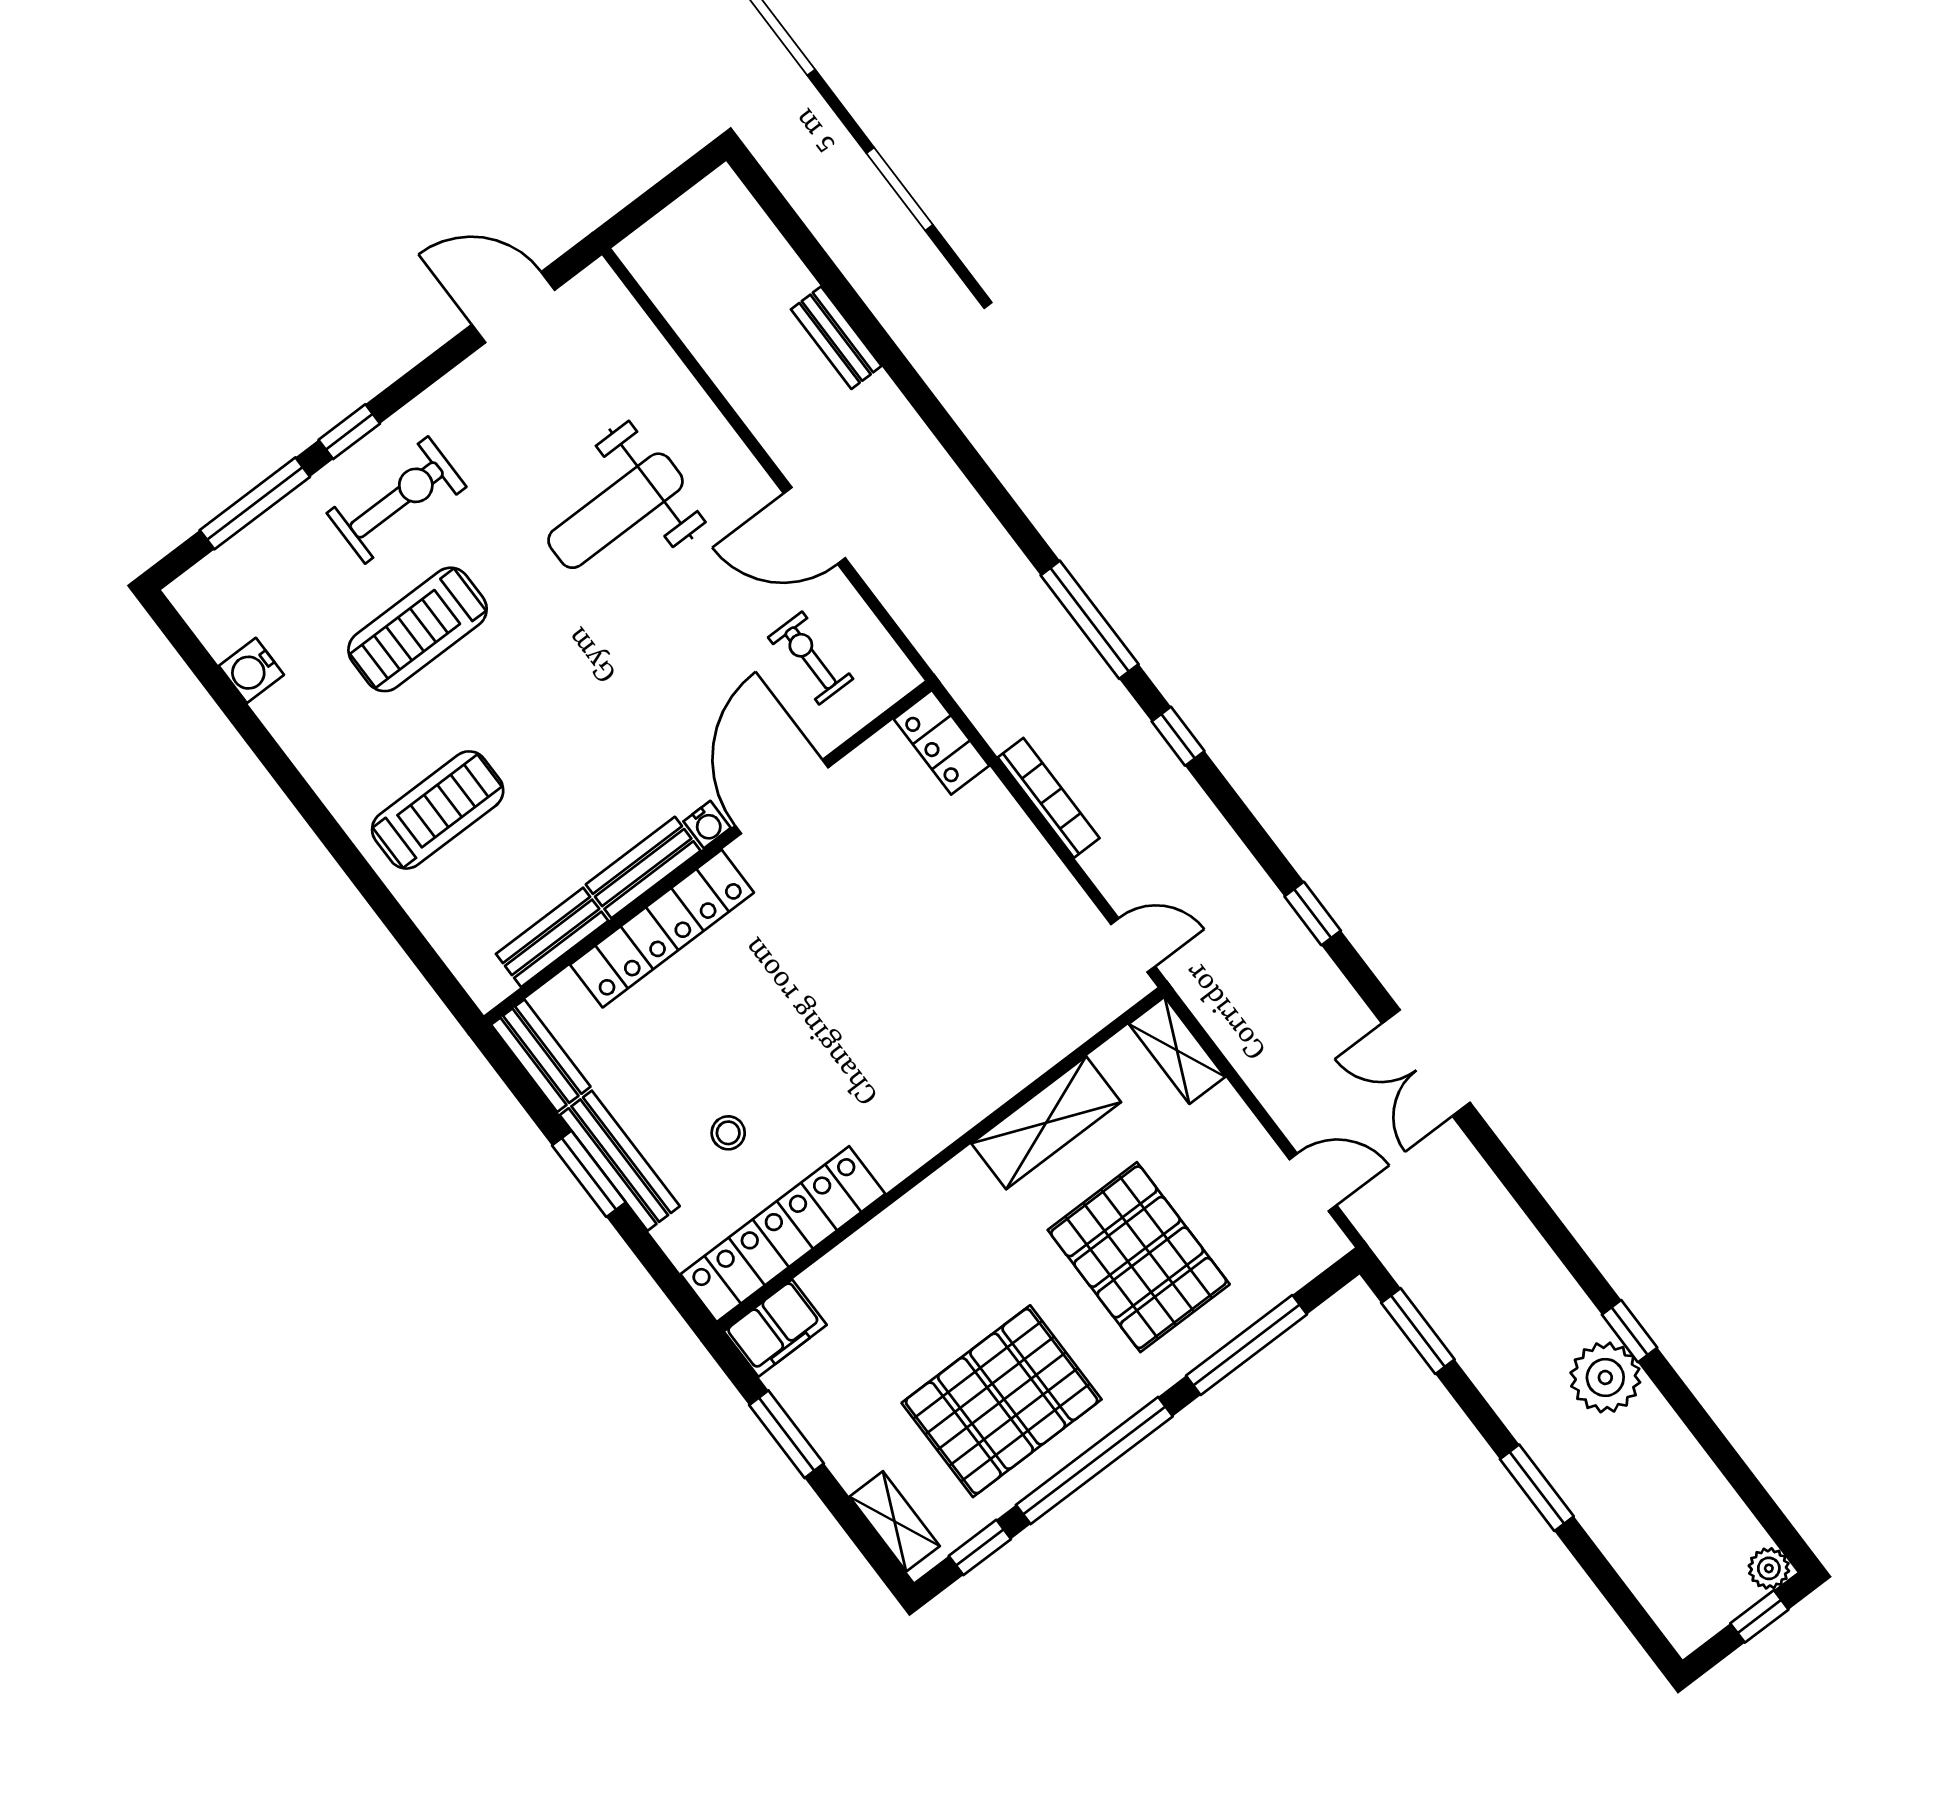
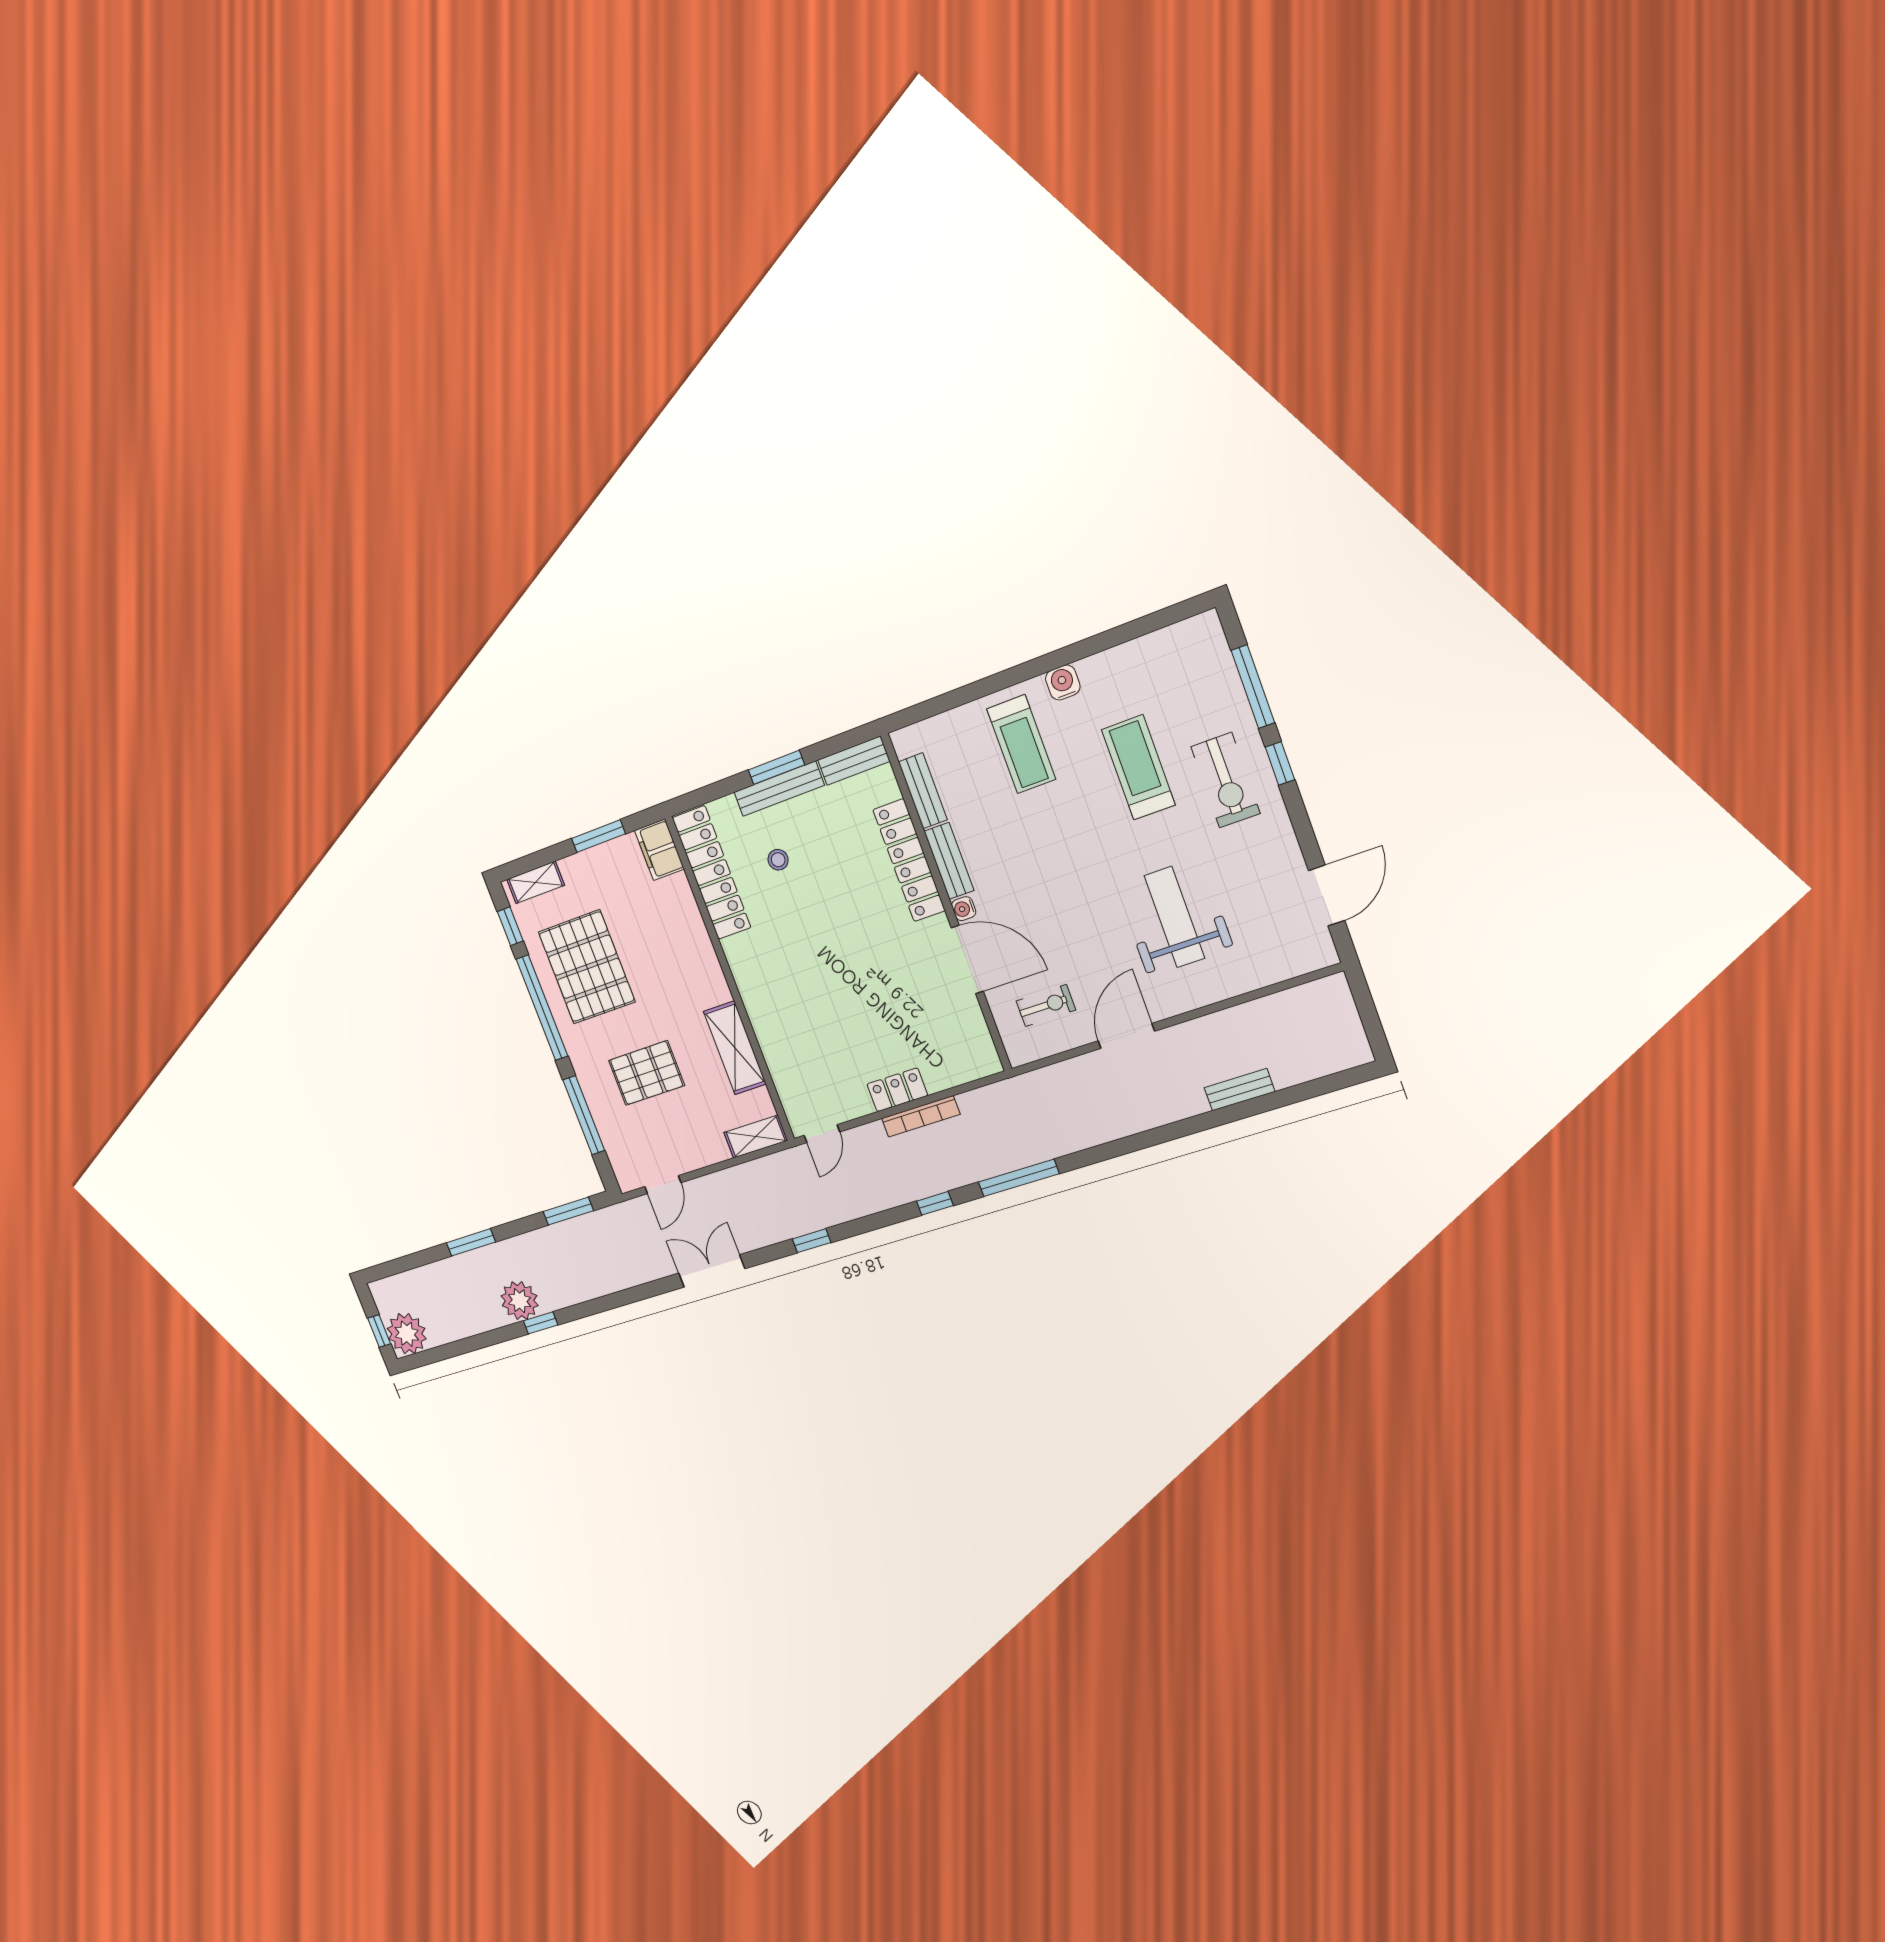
water cooler: (251, 670) -> (1063, 683), moved
locker: (941, 742) -> (897, 1090), moved
pallet: (1139, 1257) -> (647, 1073), width x0.73, depth x0.71
plant: (1769, 1568) -> (407, 1334), width x1.87, depth x1.87

